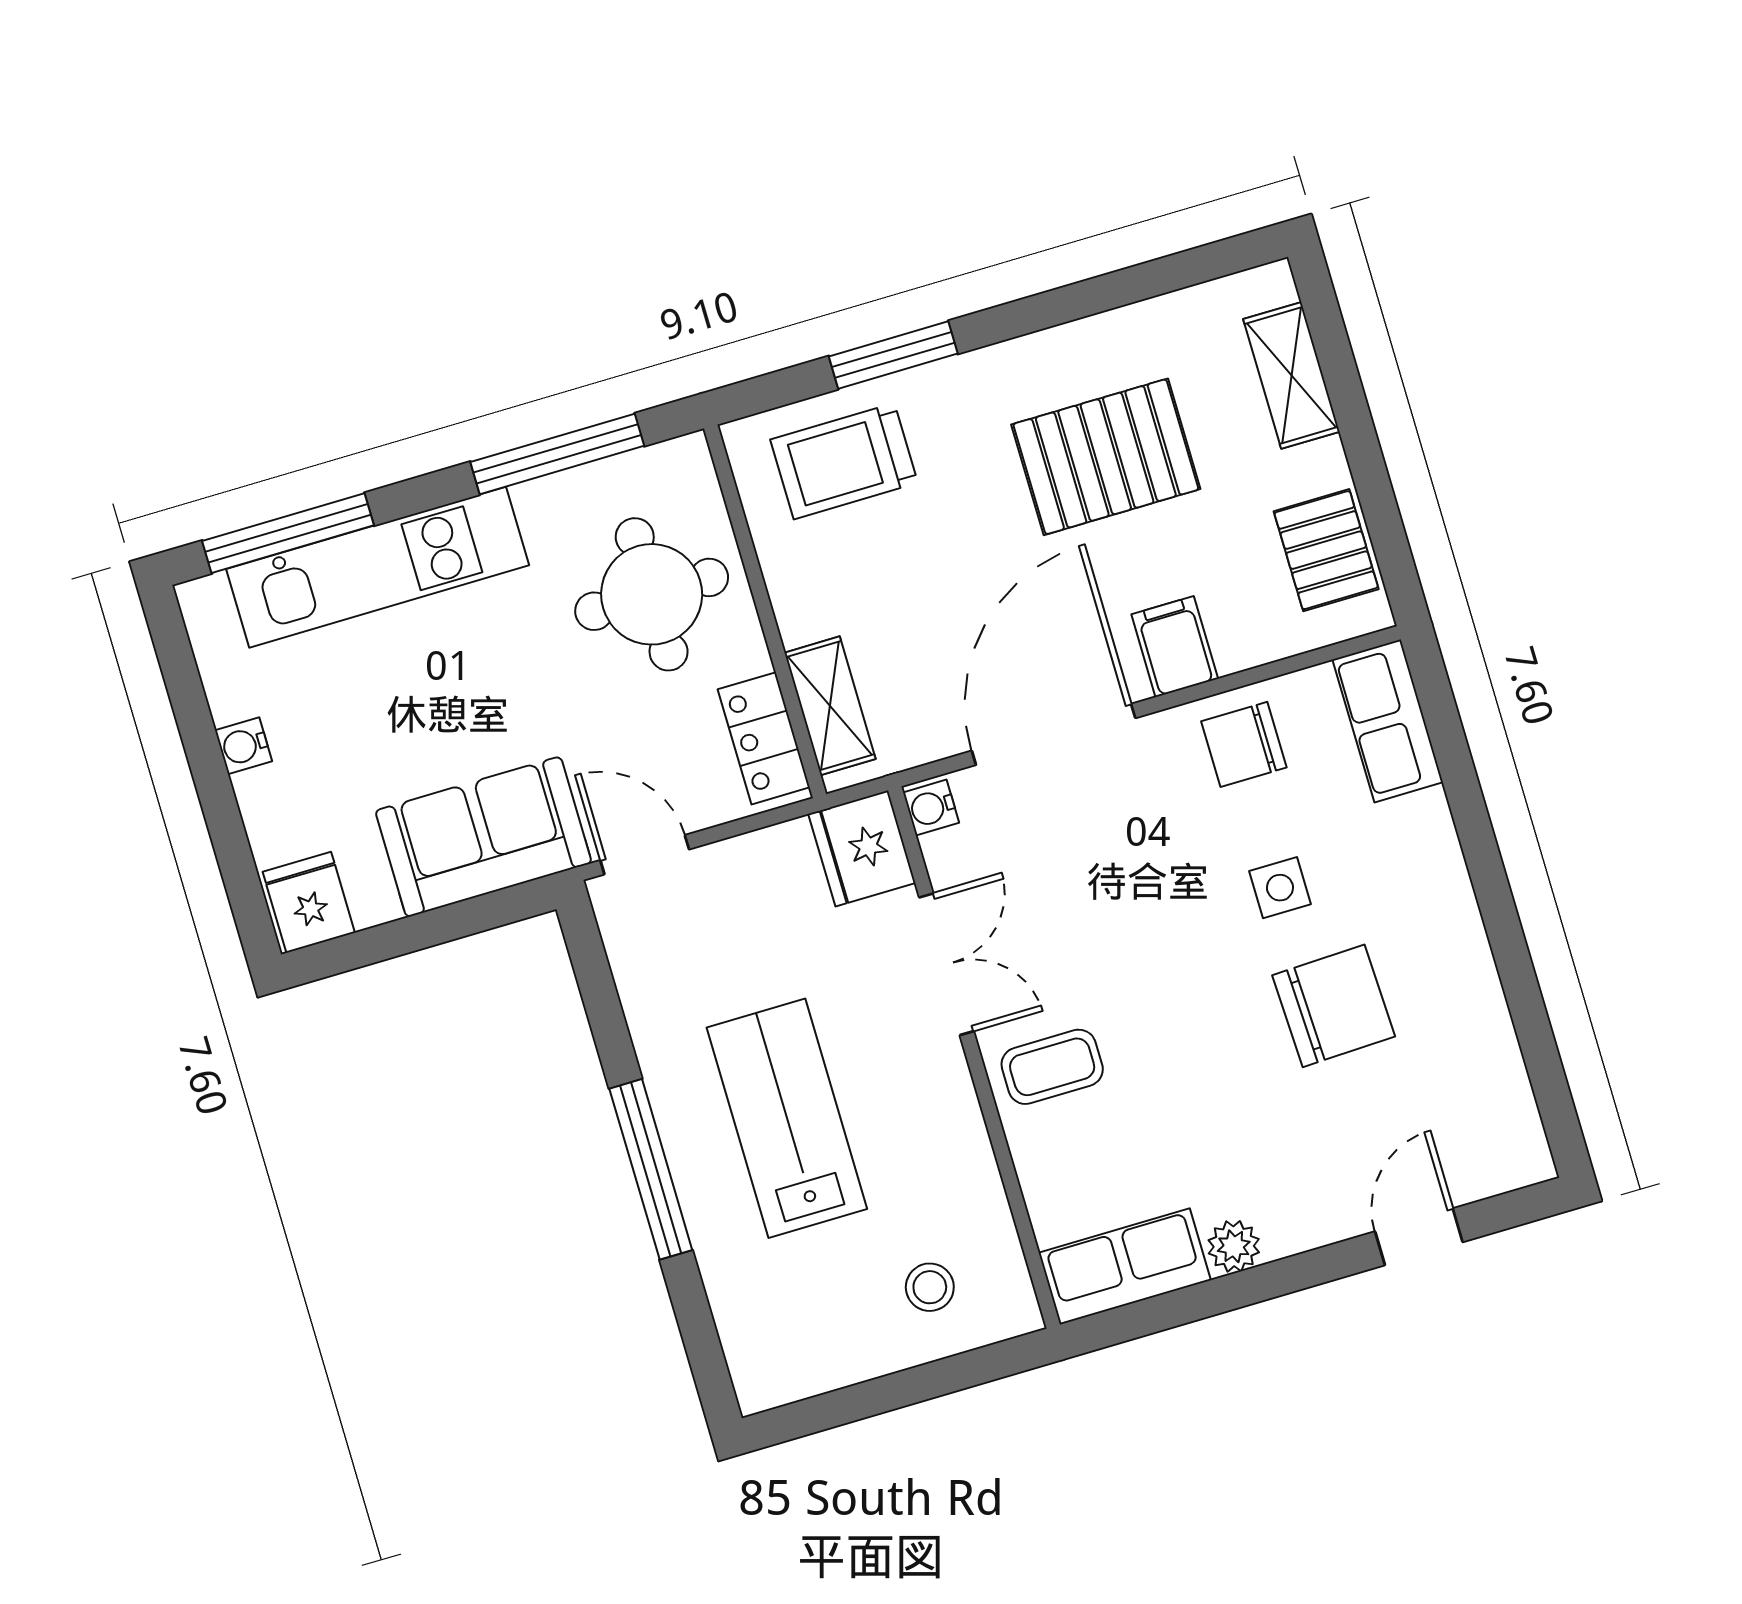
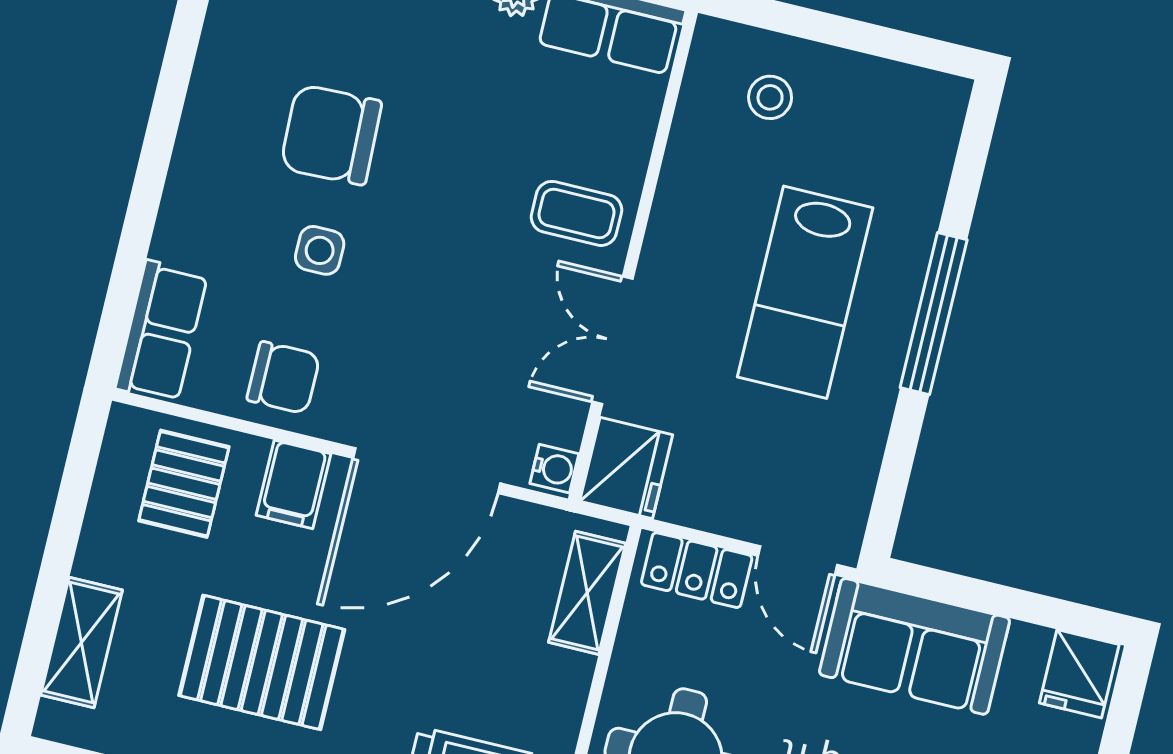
pallet: (1326, 550) -> (184, 484), moved
locker: (764, 738) -> (697, 570), moved, turned 90

